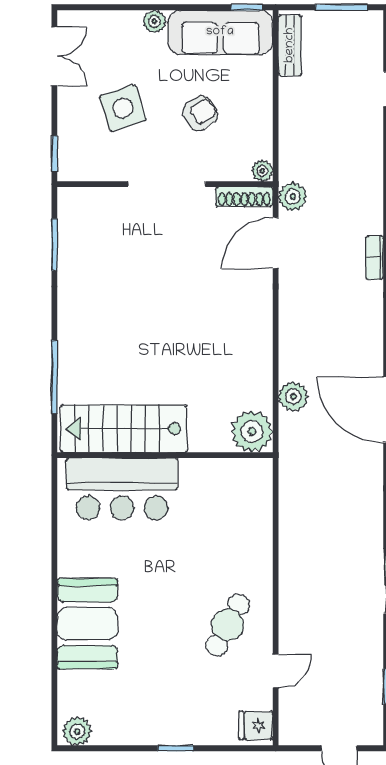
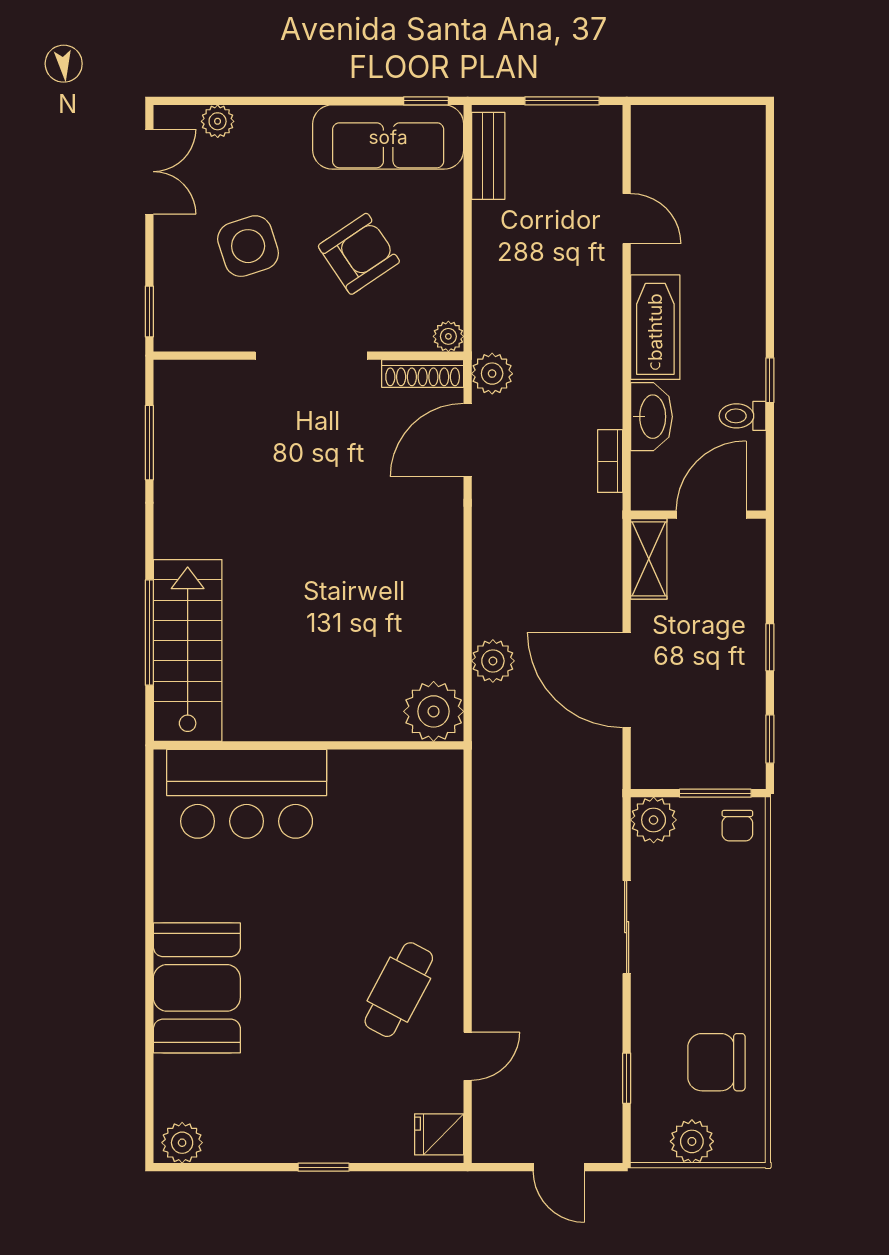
plant: (154, 21) -> (218, 121), moved
armchair: (200, 114) -> (359, 254), width x1.38, depth x1.38
stairs: (124, 429) -> (188, 650), moved, turned 90

